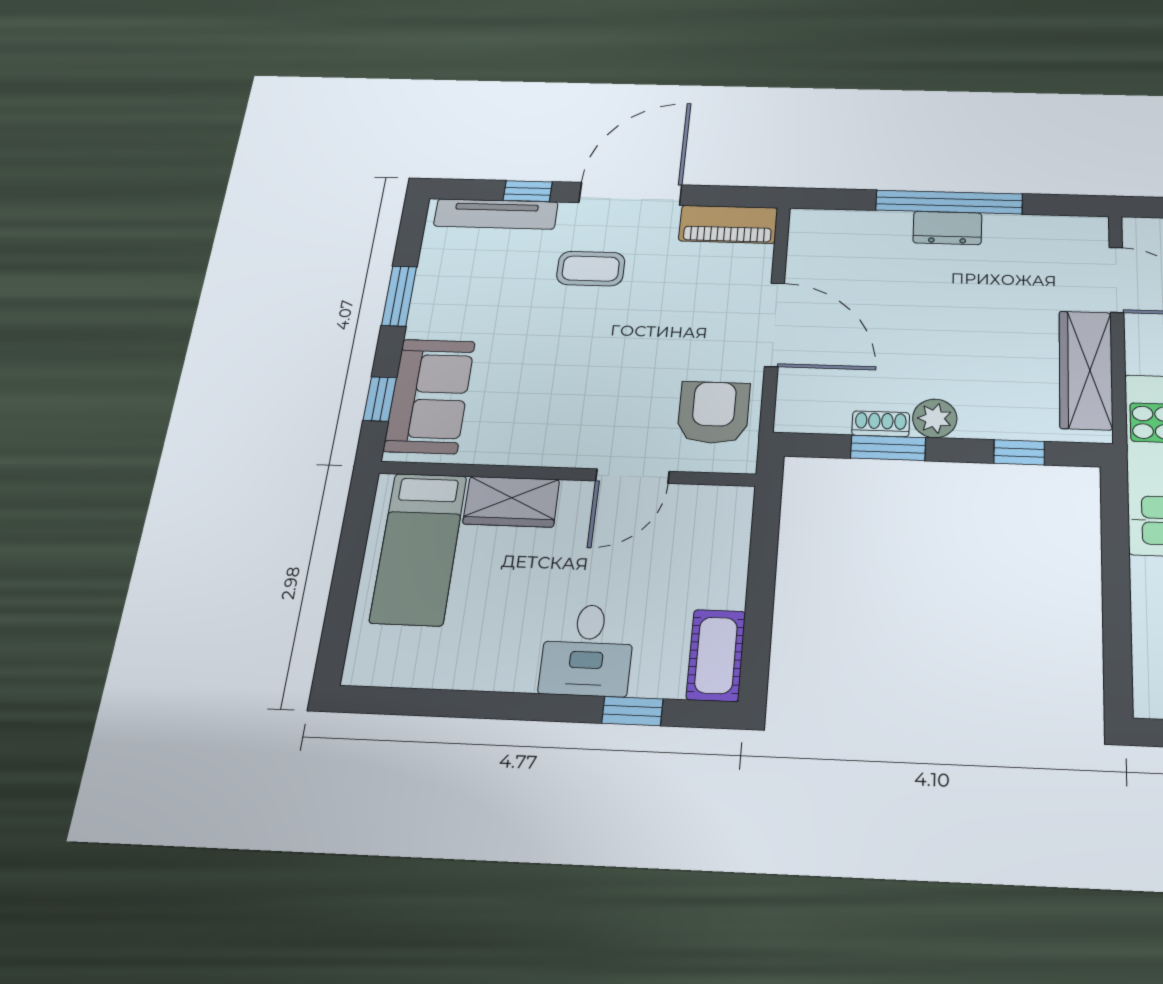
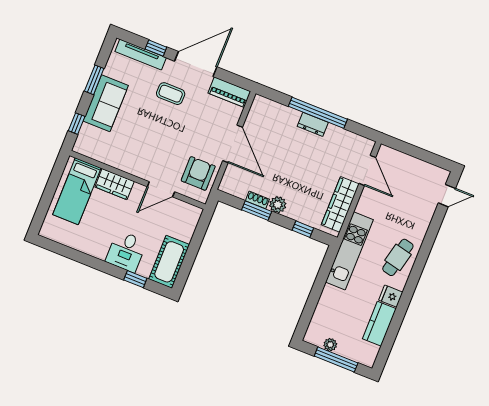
sofa: (430, 396) -> (106, 103), moved
cot: (716, 655) -> (169, 262), width x1.37, depth x1.34

